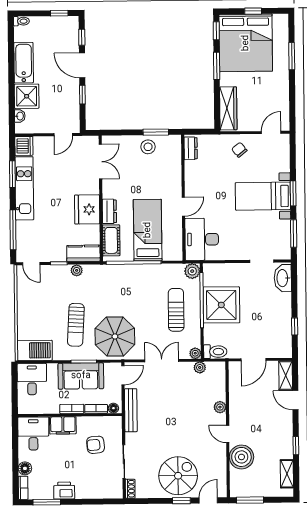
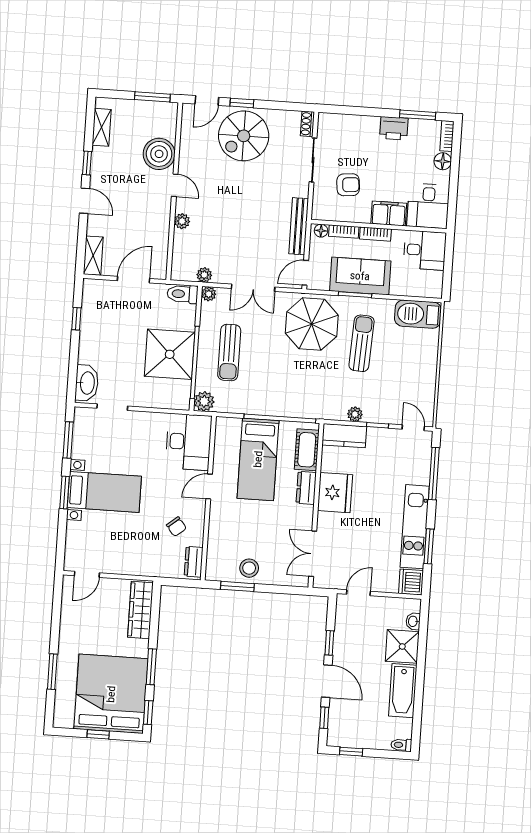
chair: (239, 150) -> (176, 527), moved
desk: (32, 379) -> (425, 250), moved, turned -90
door: (295, 400) -> (84, 201), moved

